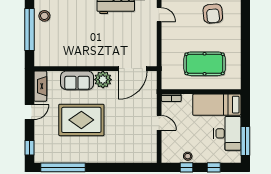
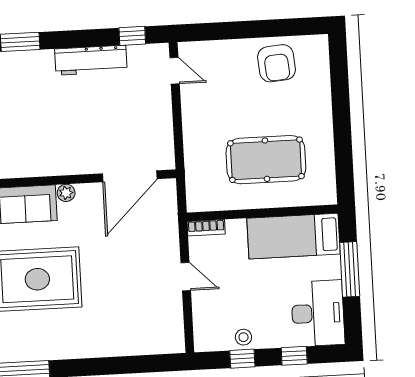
plant: (103, 80) -> (66, 193), width x0.53, depth x0.53
desk: (227, 133) -> (318, 313), moved
window: (245, 141) -> (350, 269), moved

